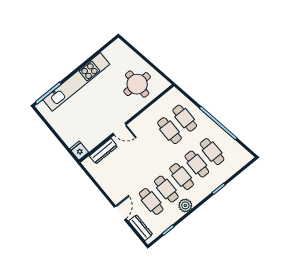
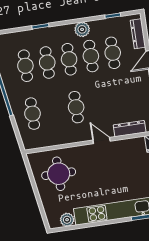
plant: (110, 53) -> (67, 220), added
cafe table: (169, 131) -> (76, 107), moved

